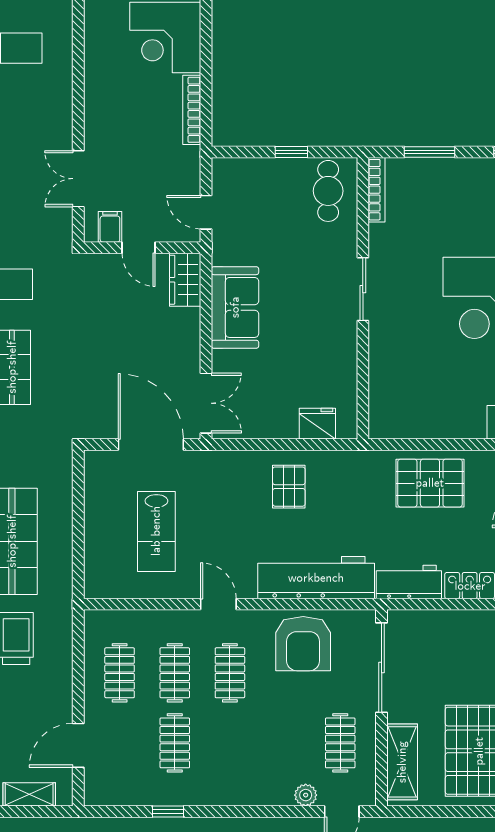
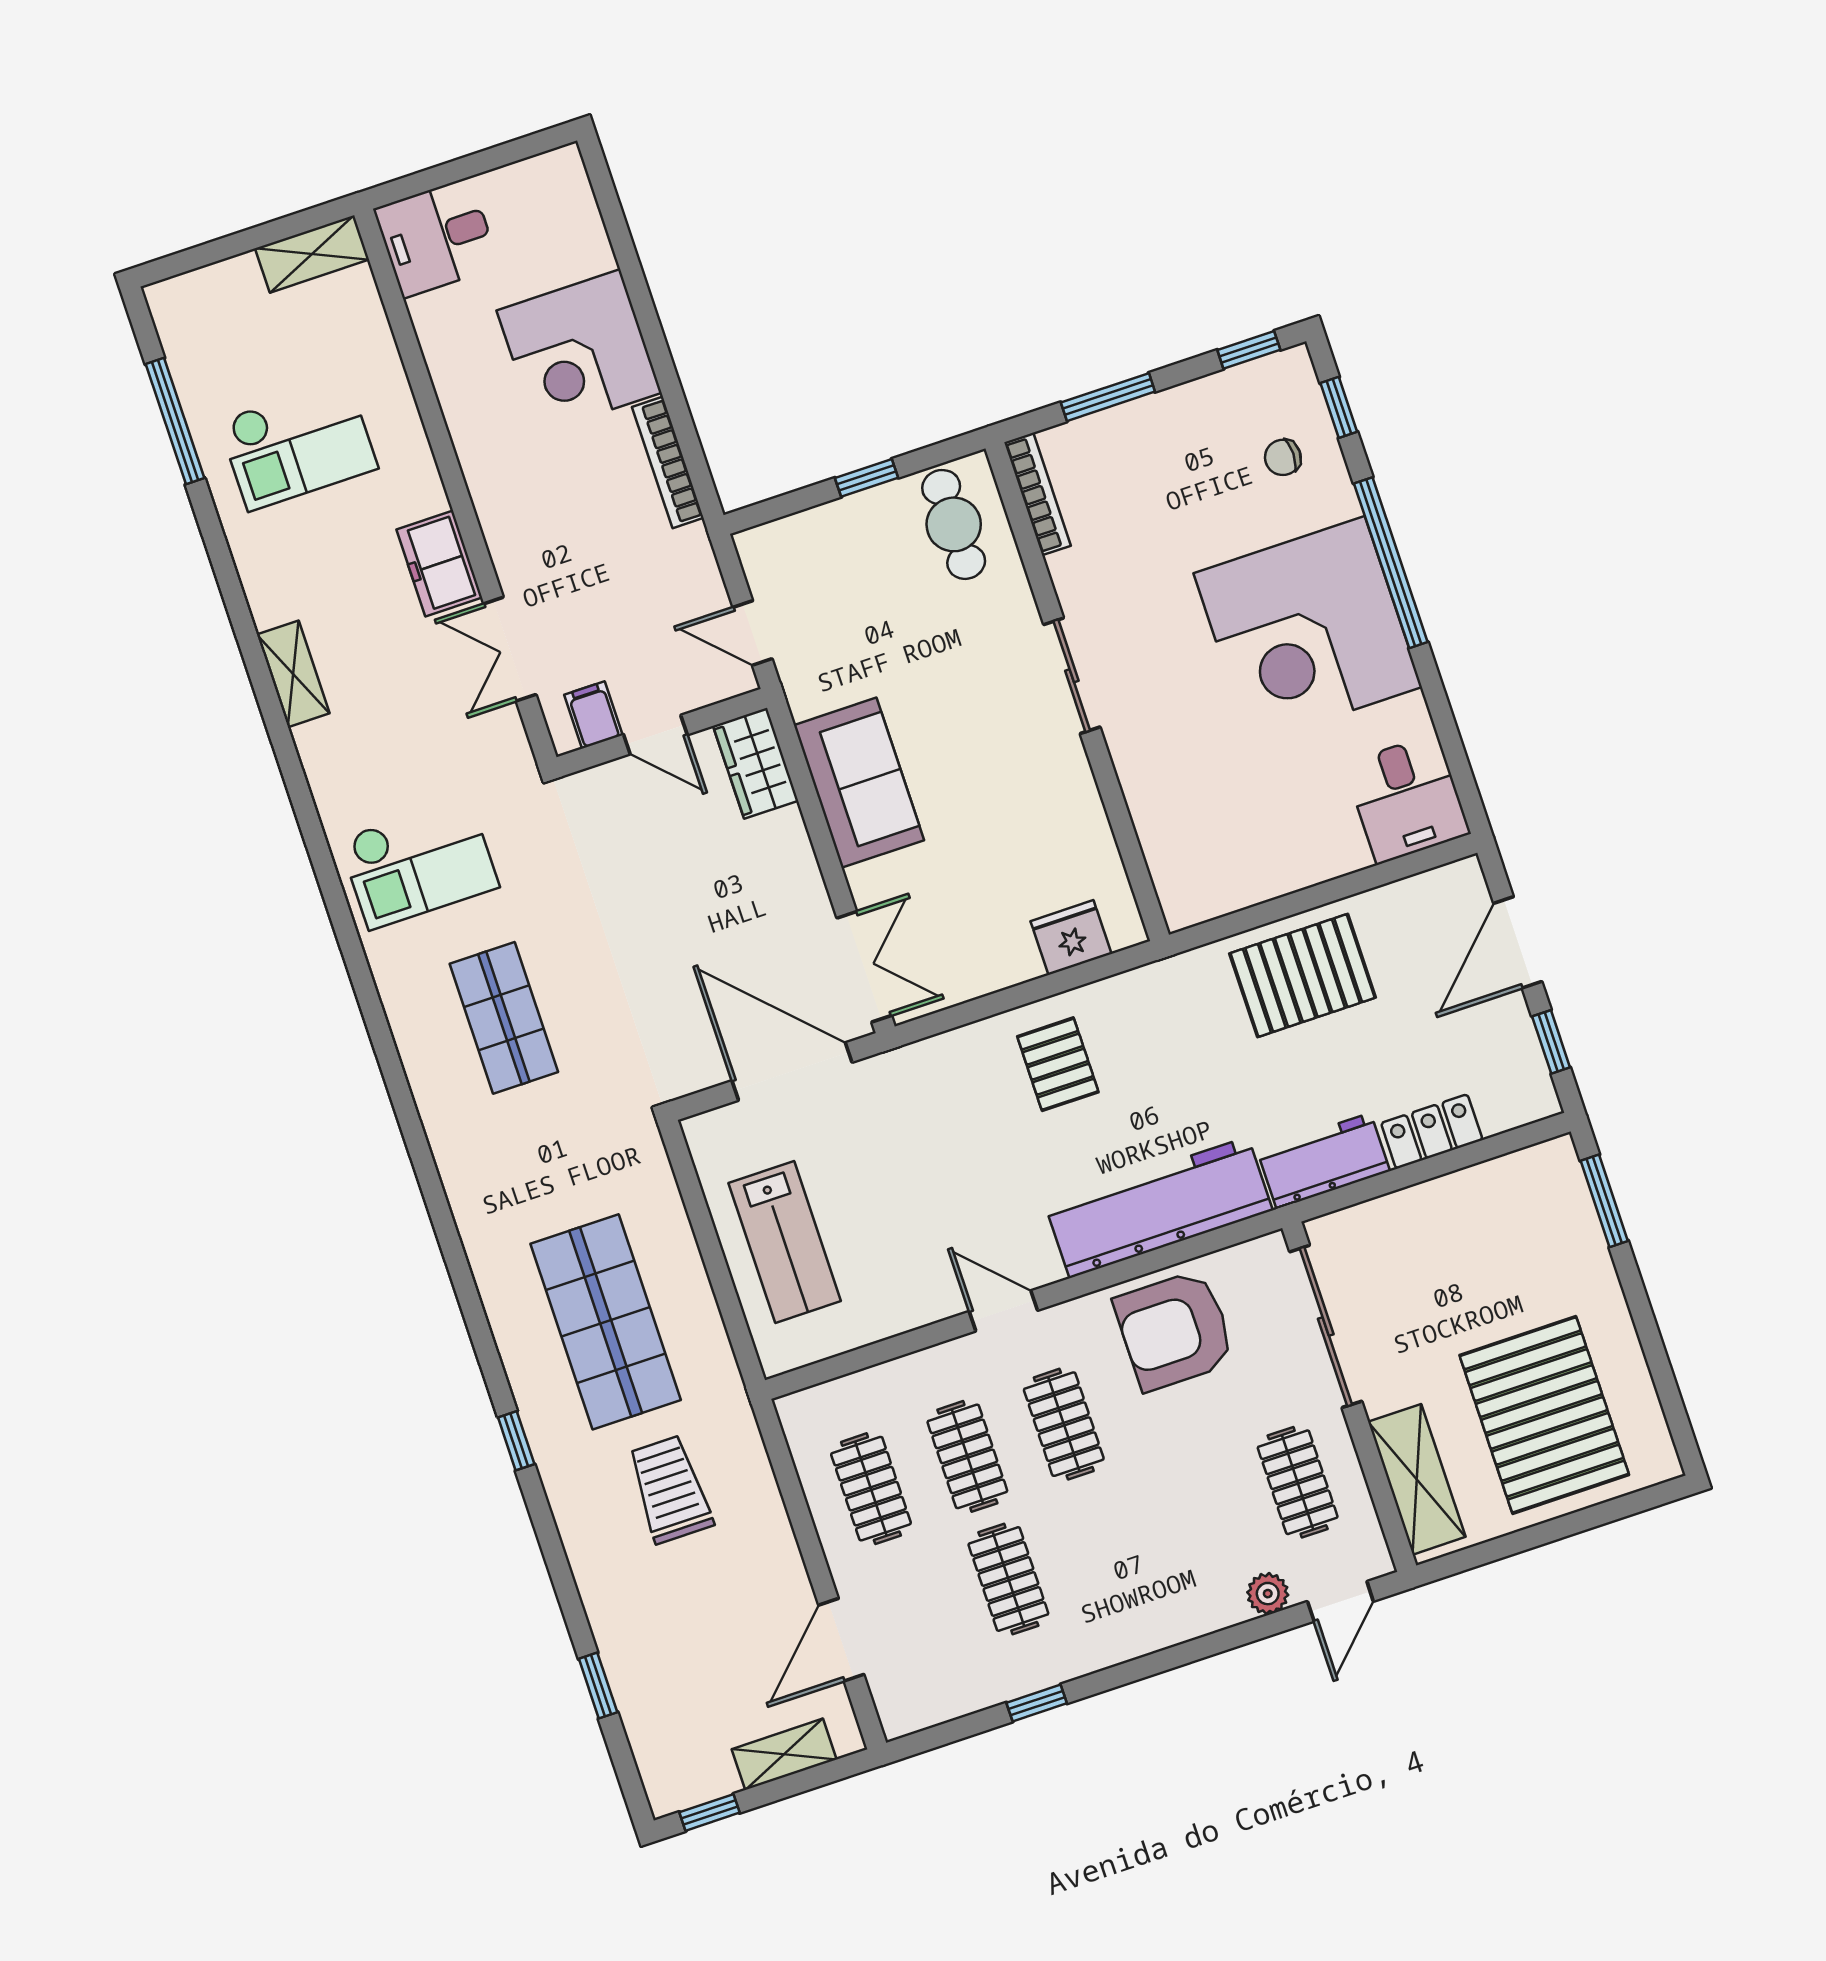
freezer: (57, 122) -> (439, 564), added
lab bench: (156, 531) -> (785, 1242), moved
armchair: (303, 644) -> (1175, 1330), turned 90

